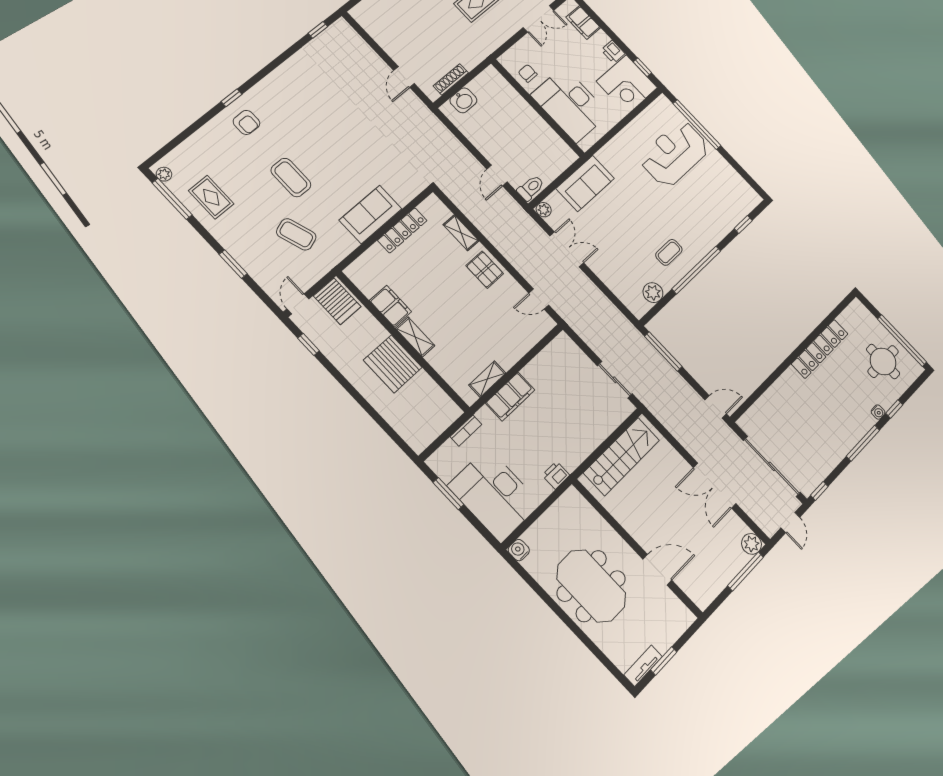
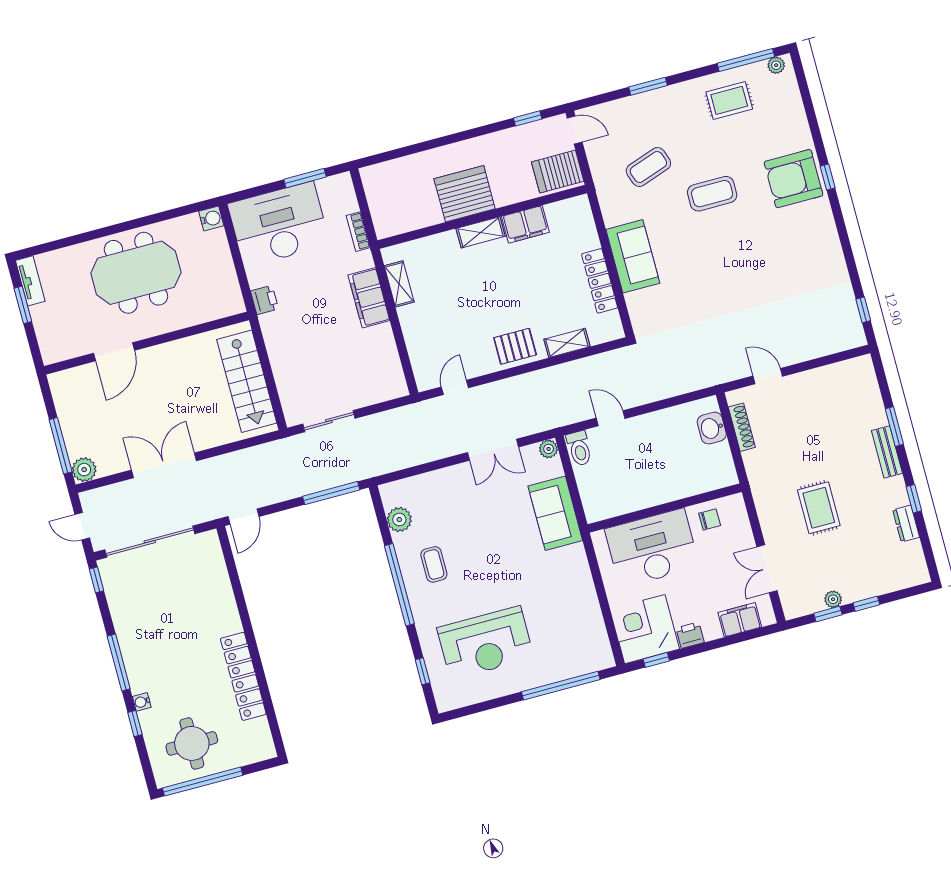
armchair: (246, 122) -> (793, 179), width x1.88, depth x1.88
reception desk: (674, 154) -> (485, 643), moved, turned 90

